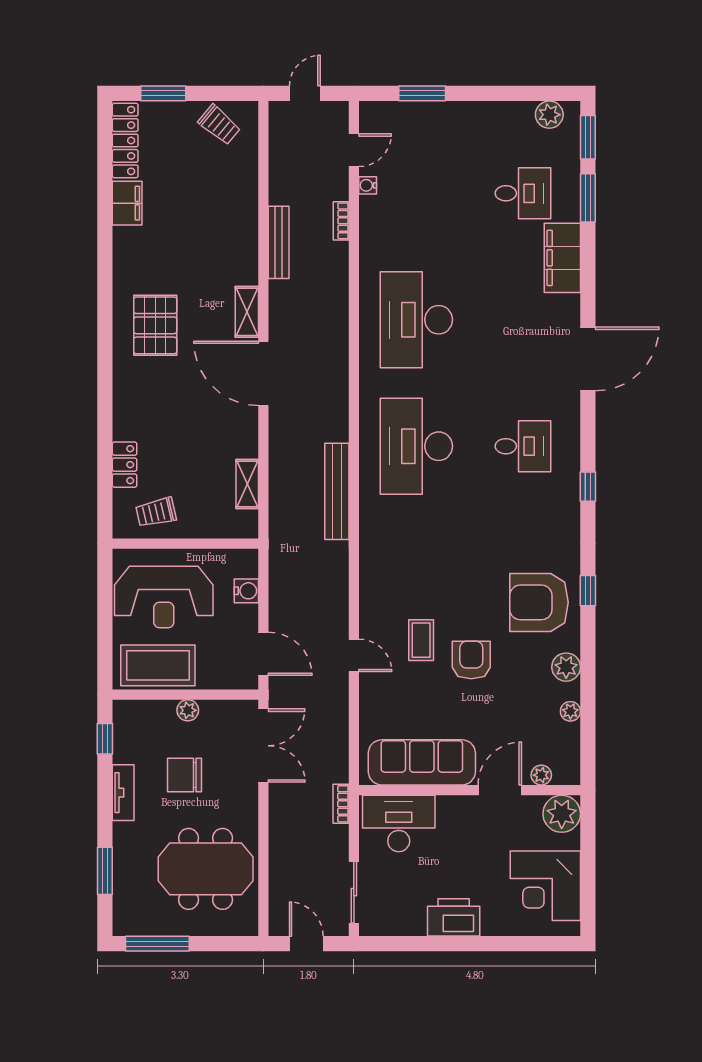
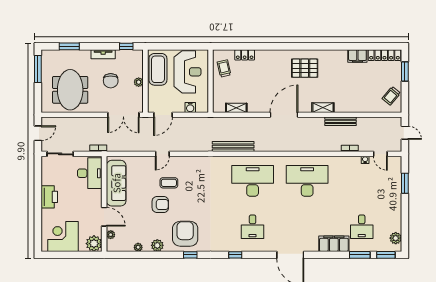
shelving: (247, 312) -> (323, 108), moved
reception desk: (164, 597) -> (187, 72), turned 180
chair: (185, 775) -> (111, 81), turned 180

